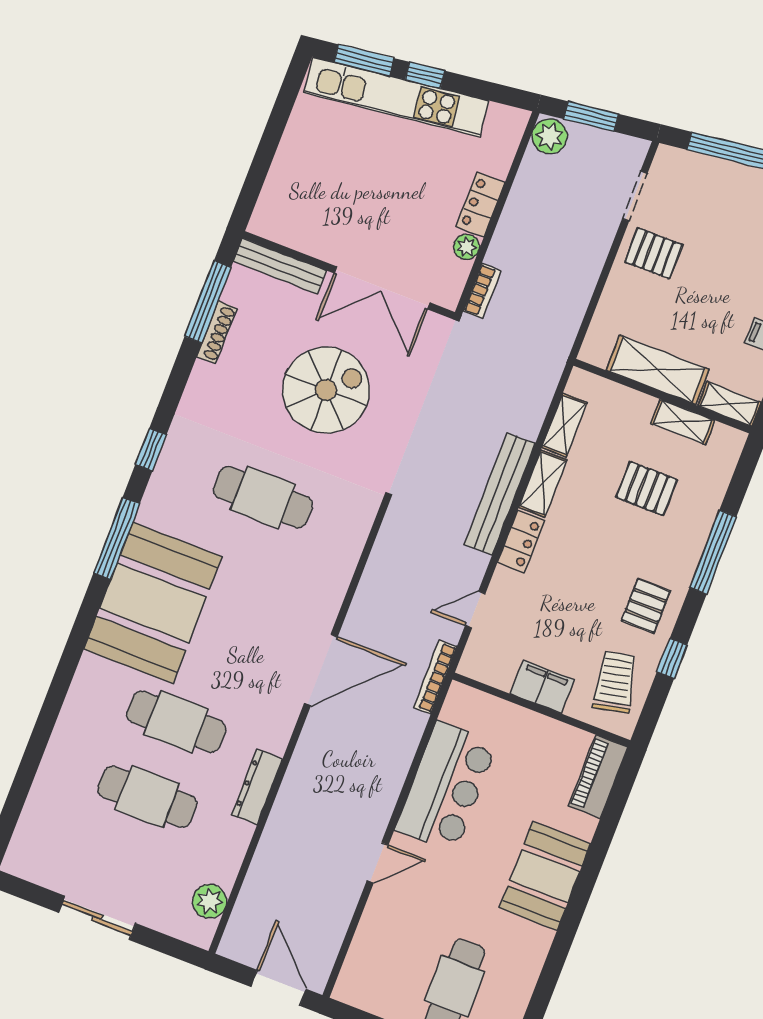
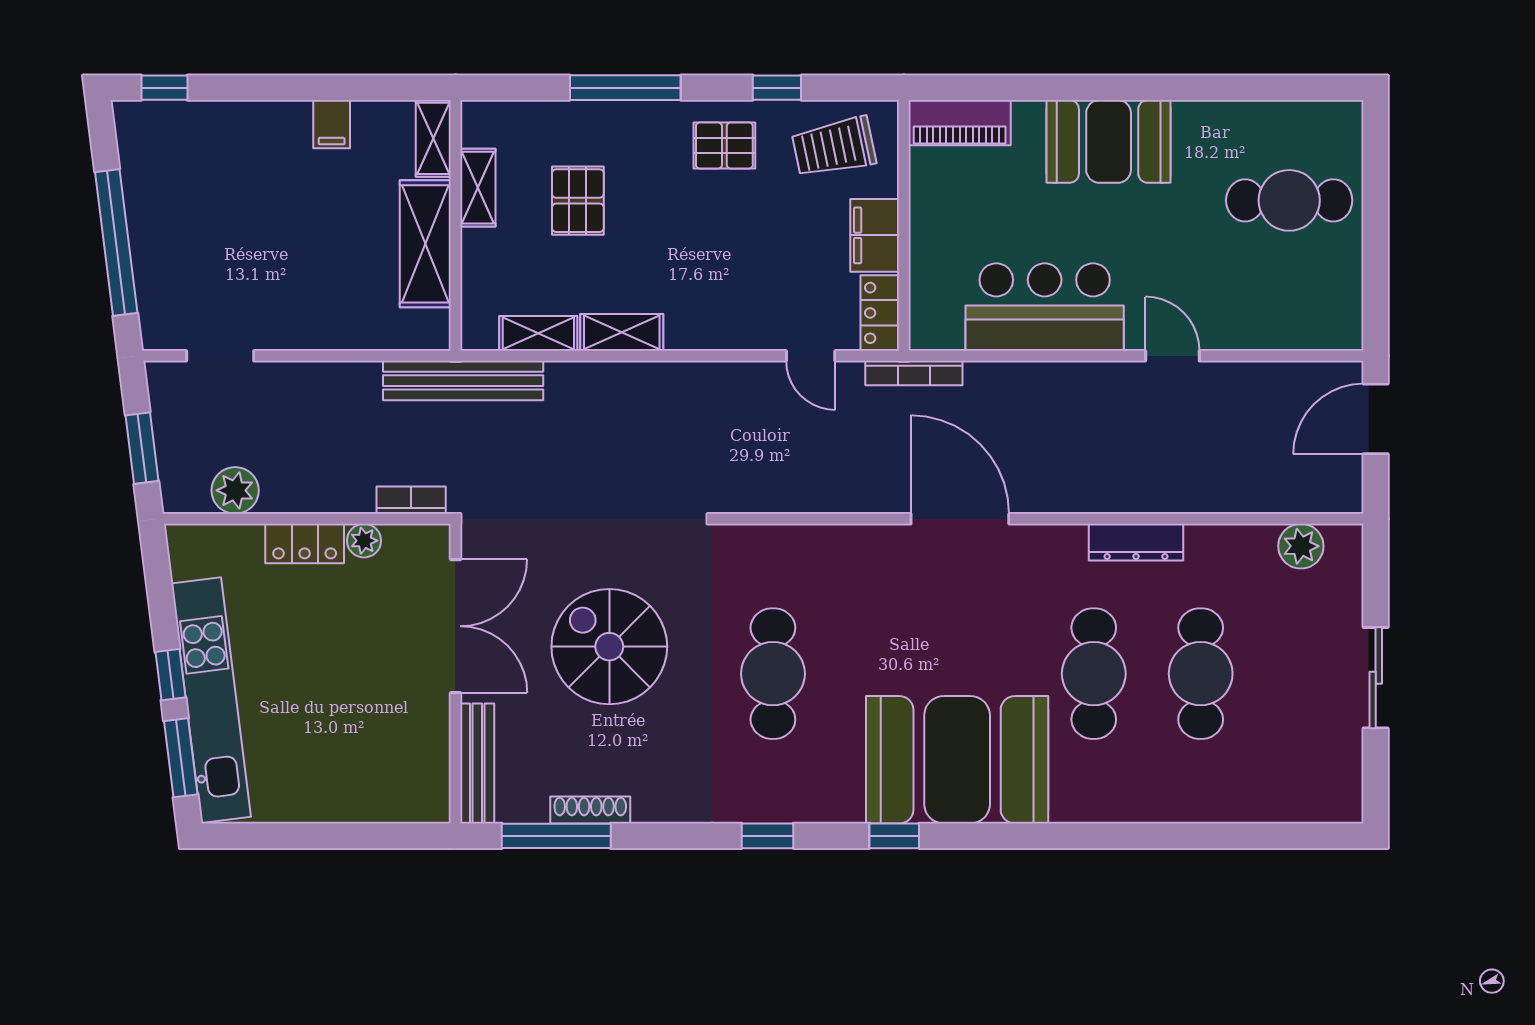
plant: (550, 136) -> (235, 490), moved
pallet: (654, 253) -> (282, 305), removed
bench: (500, 494) -> (463, 381), moved
window: (117, 538) -> (894, 836), width x0.46
locker: (521, 541) -> (880, 313), moved, turned -90

